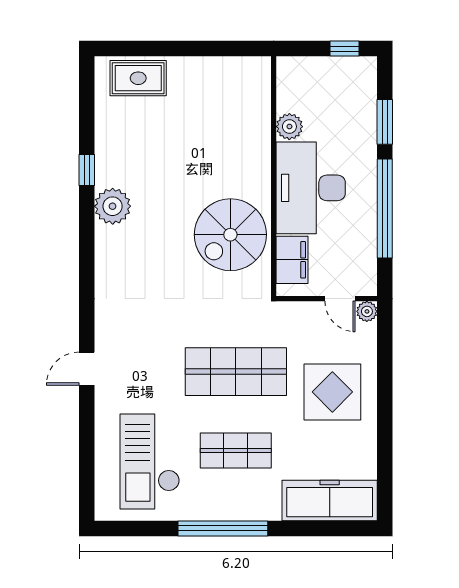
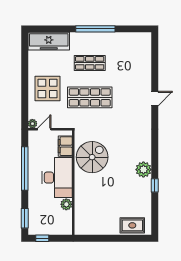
window: (385, 122) -> (25, 218), moved
door: (340, 299) -> (44, 129), hinge flipped
checkout: (150, 461) -> (127, 58), removed

